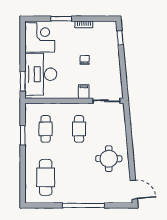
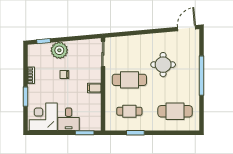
plant: (110, 55) -> (59, 50), added
desk: (41, 74) -> (69, 119), width x0.53, depth x0.77
filing cabinet: (84, 92) -> (94, 88), moved
cafe table: (79, 129) -> (129, 80), width x1.37, depth x1.35
round table: (109, 159) -> (163, 65), moved

